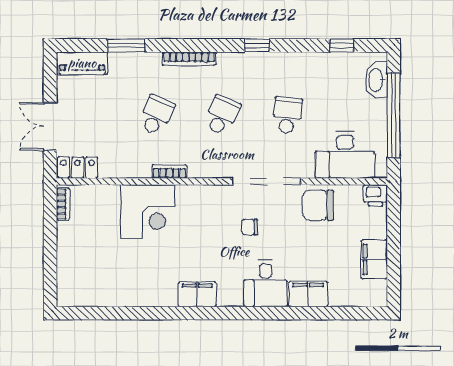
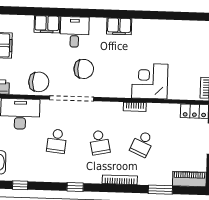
school desk: (222, 115) -> (99, 142), turned -36
chair: (250, 227) -> (84, 69), width x1.87, depth x1.87

